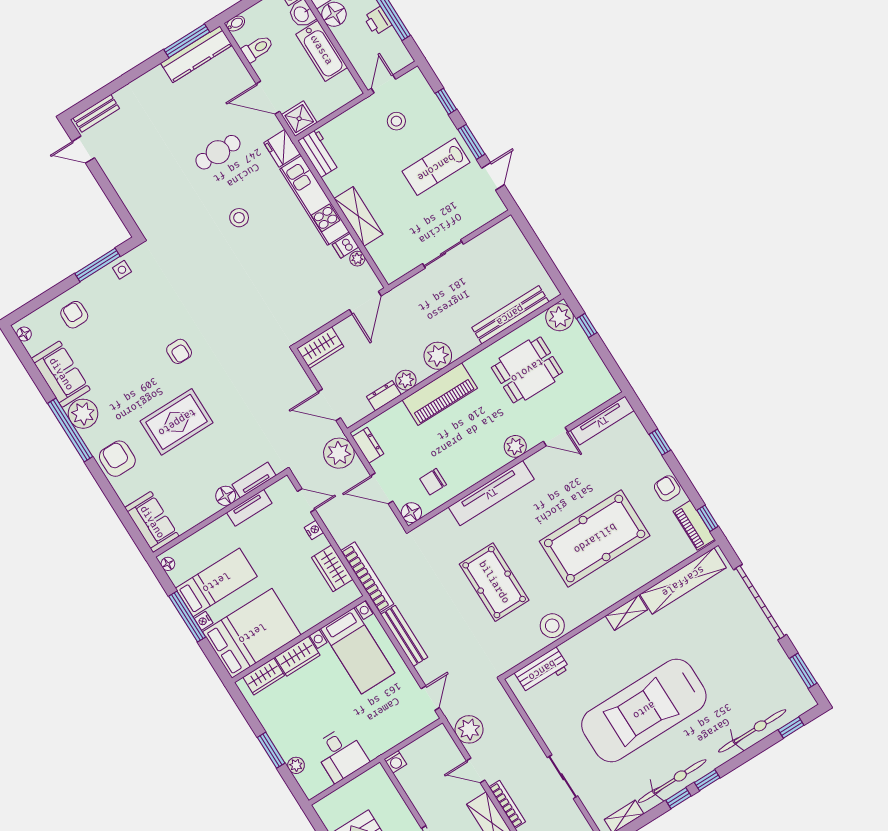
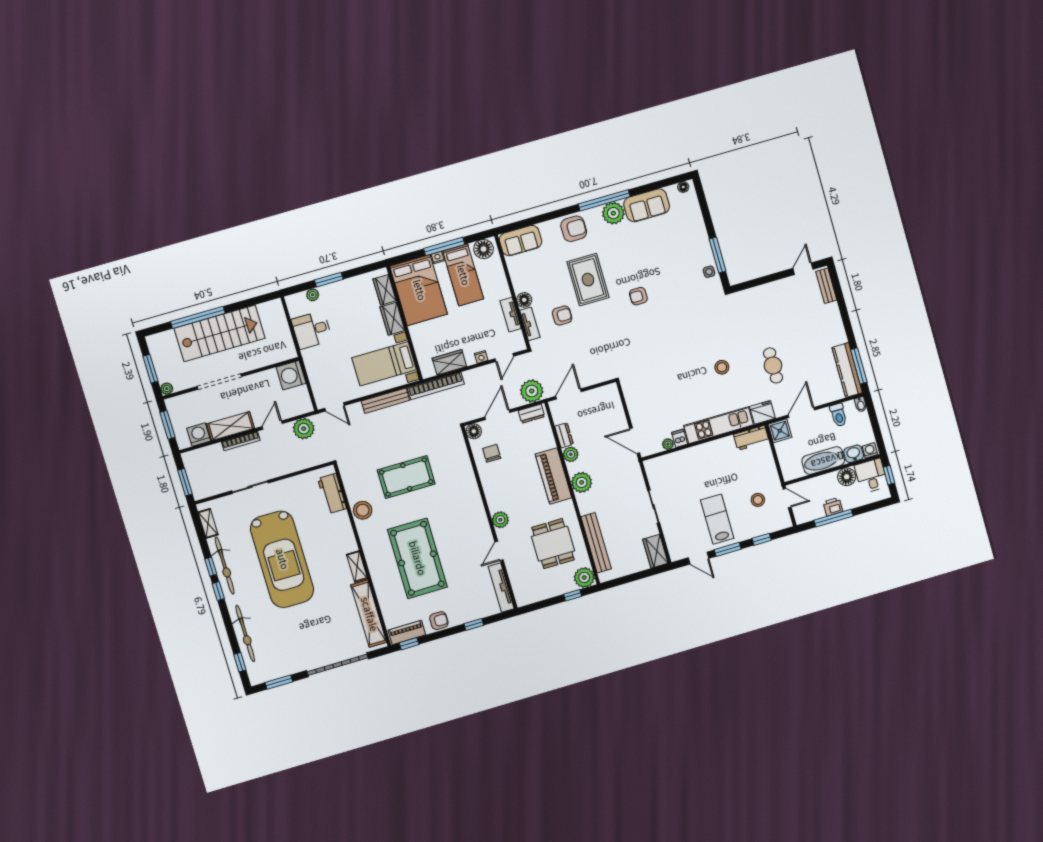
shelving: (358, 216) -> (698, 454), removed
armchair: (74, 315) -> (562, 316), moved
wardrobe: (320, 348) -> (655, 551), moved
tv unit: (491, 493) -> (471, 493), removed
floor lamp: (168, 564) -> (484, 249), width x1.89, depth x1.89
car: (644, 710) -> (282, 559), turned 180
washing machine: (395, 762) -> (291, 375), width x1.89, depth x1.89

